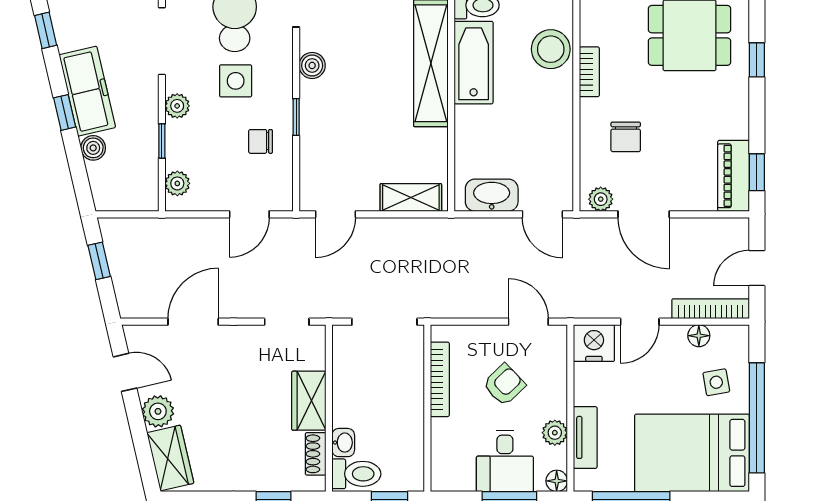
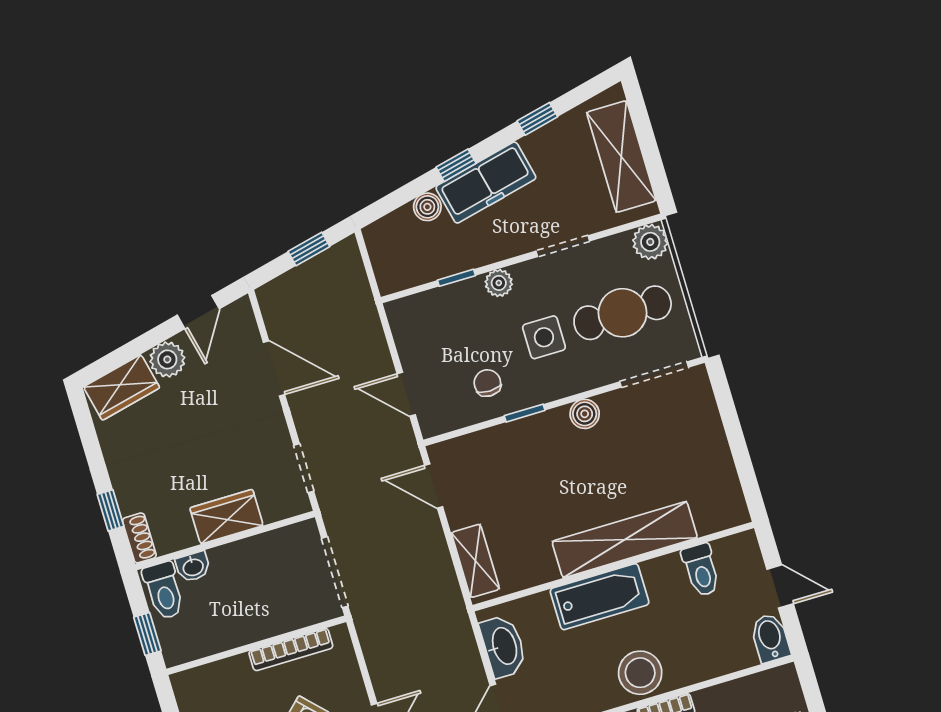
doorway: (162, 41) -> (563, 246), width x0.73
stool: (551, 49) -> (640, 673), moved
bathtub: (474, 63) -> (600, 597), moved
plant: (177, 183) -> (416, 308), removed
shoe rack: (316, 454) -> (139, 538), moved, turned 90

